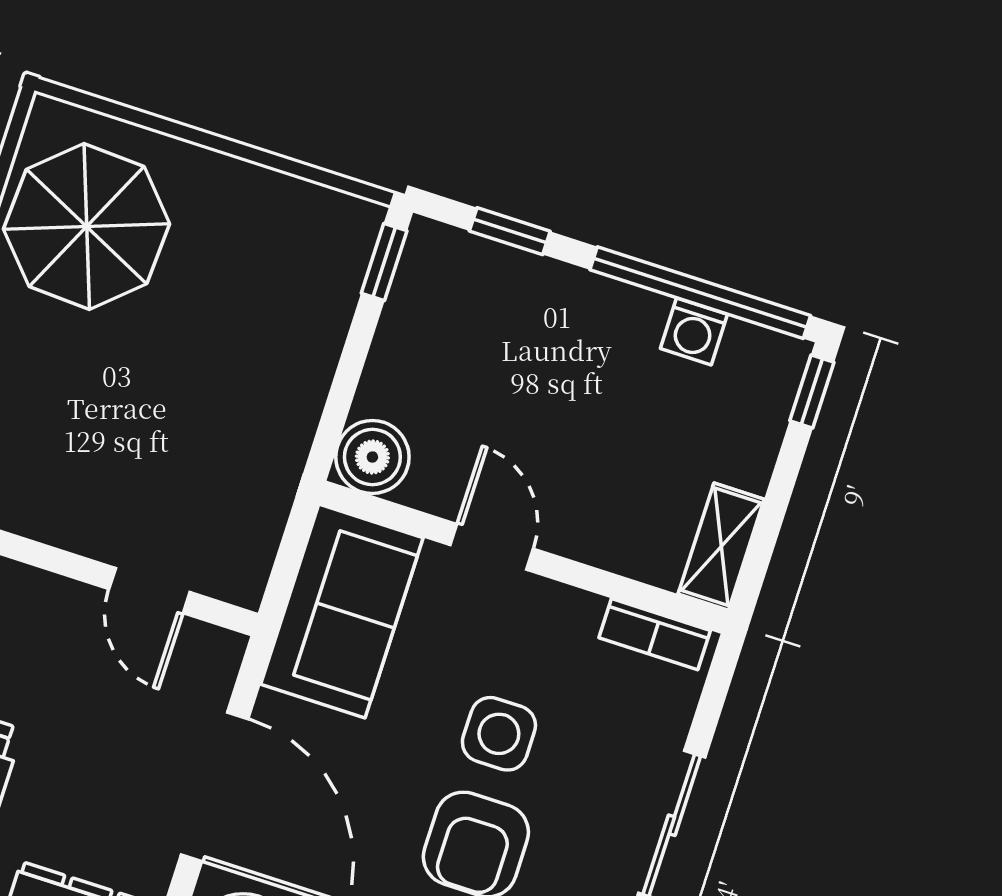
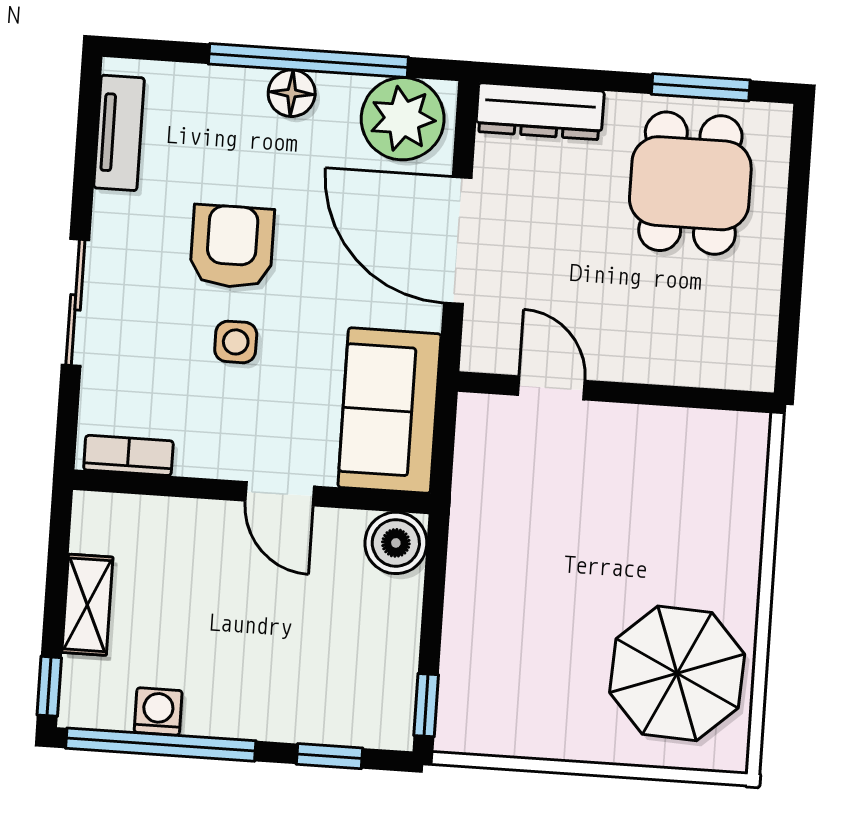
shelving: (721, 547) -> (87, 605), moved
side table: (499, 734) -> (236, 342), width x0.73, depth x0.73

